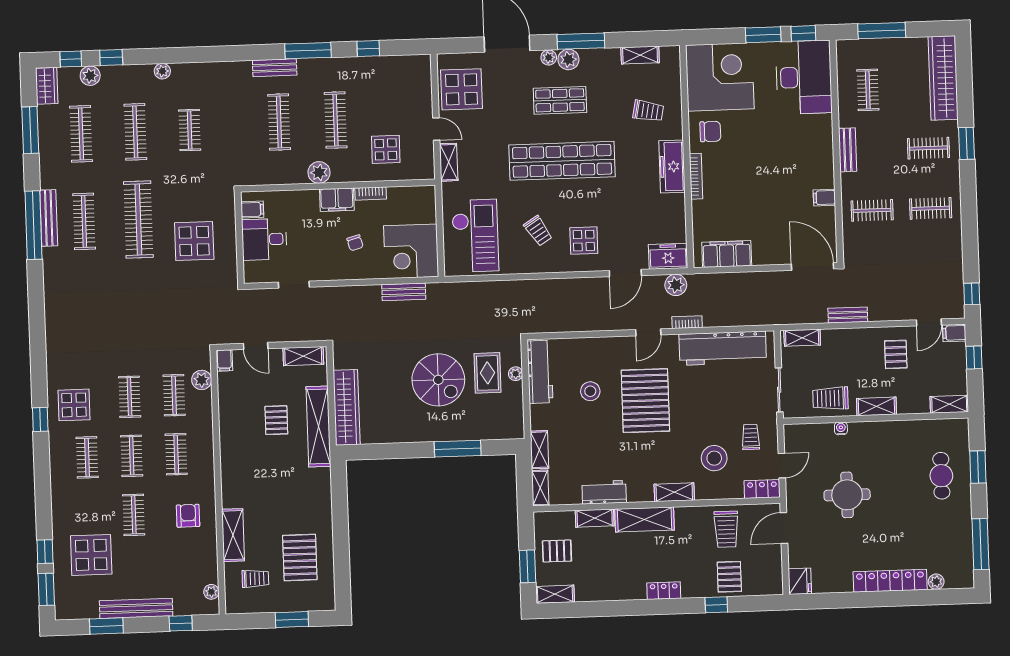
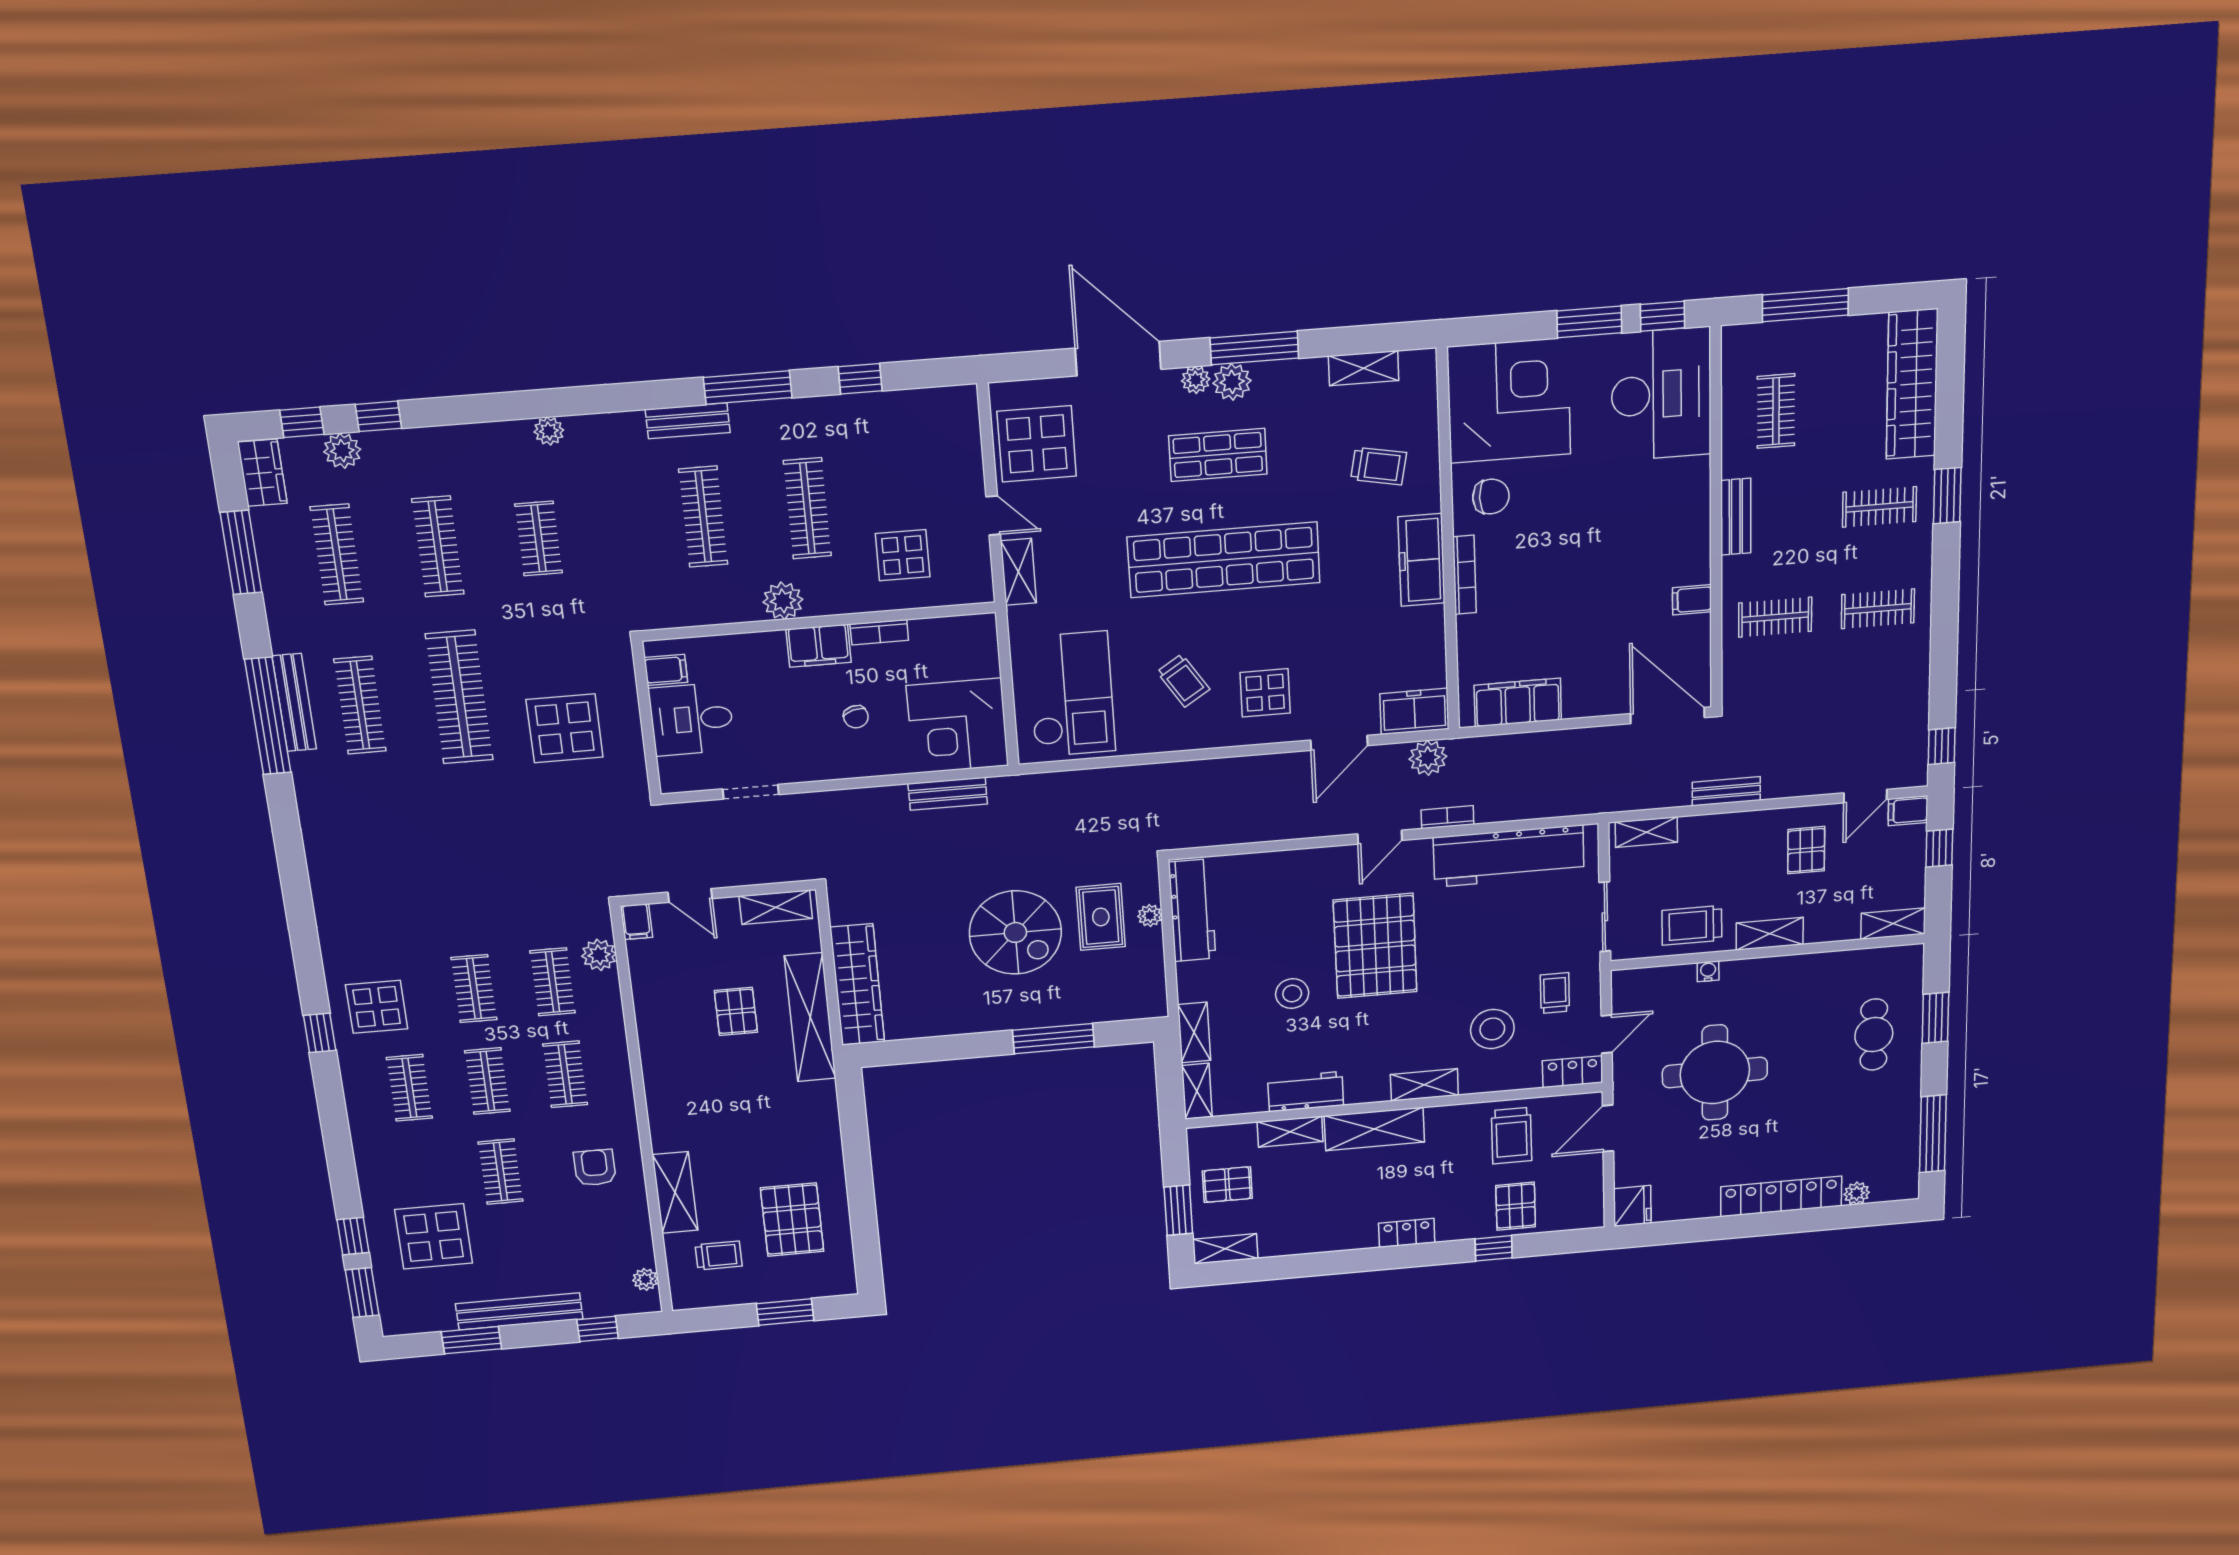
plant: (162, 71) -> (549, 431), moved
stool: (590, 391) -> (1292, 994), moved
round table: (847, 495) -> (1715, 1073), width x1.36, depth x1.36

